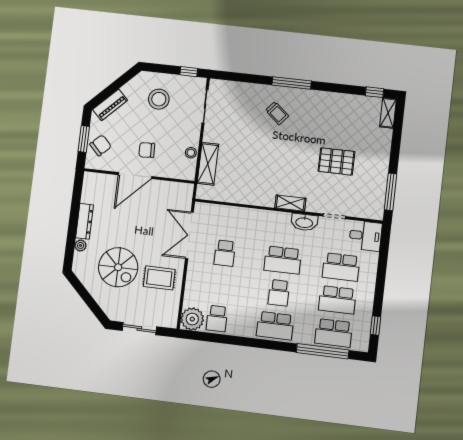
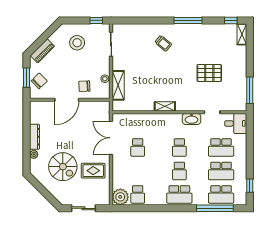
window: (292, 83) -> (188, 20), moved
chair: (147, 150) -> (84, 86), moved
shelving: (290, 203) -> (165, 106), moved
school desk: (283, 260) -> (179, 147), width x0.54

